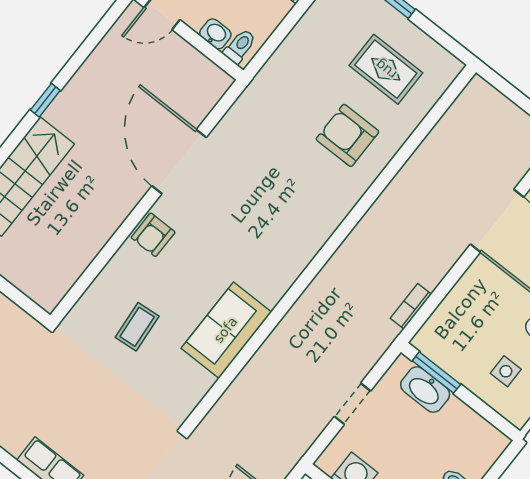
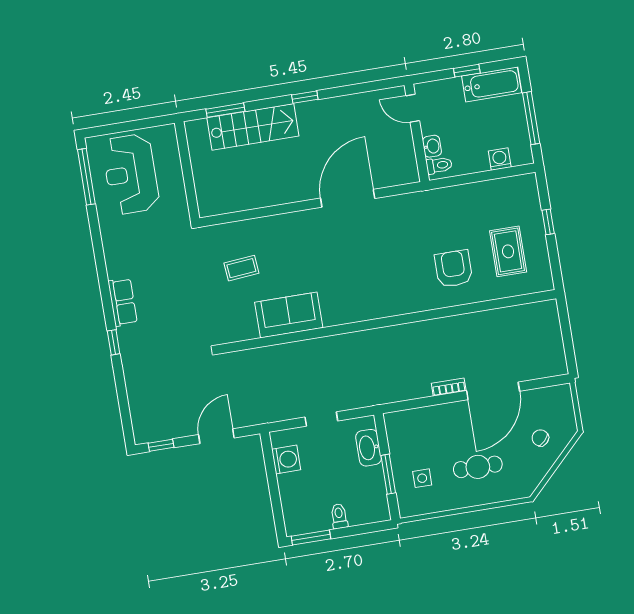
armchair: (153, 235) -> (296, 226), removed
bookcase: (411, 306) -> (449, 387), moved
window: (436, 373) -> (388, 474), moved

